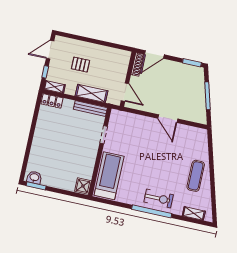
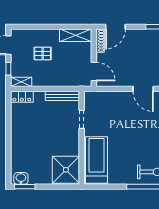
shelving: (92, 93) -> (76, 35), moved
shower: (83, 186) -> (66, 170), width x1.86, depth x1.86

